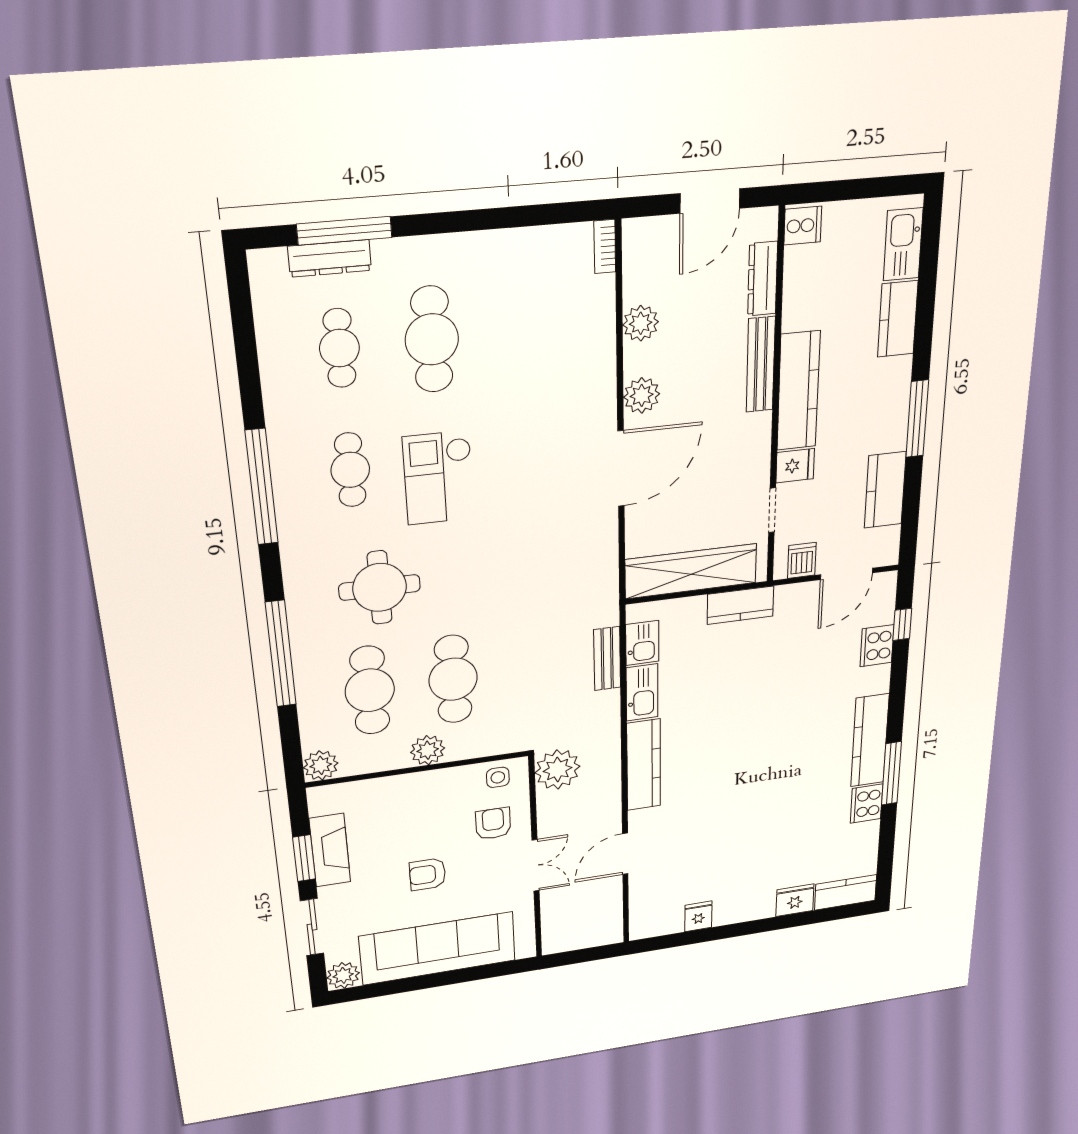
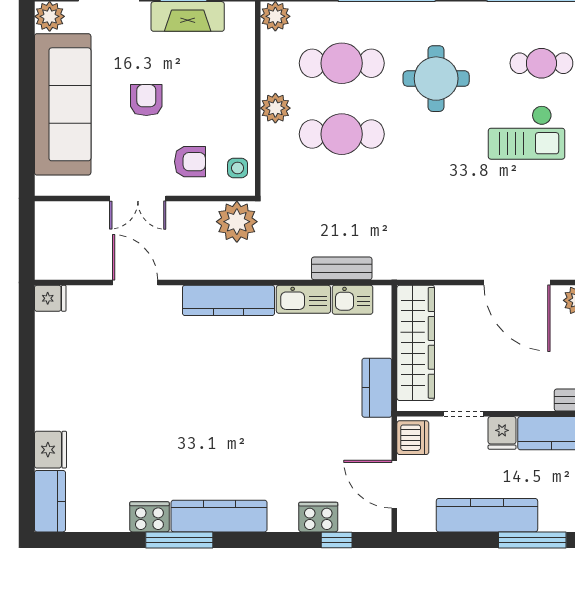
checkout: (439, 478) -> (527, 132), turned 180
kitchen counter: (885, 490) -> (487, 515), width x1.50
dishwasher: (802, 560) -> (413, 438), width x1.38
fridge: (698, 916) -> (50, 298), moved

